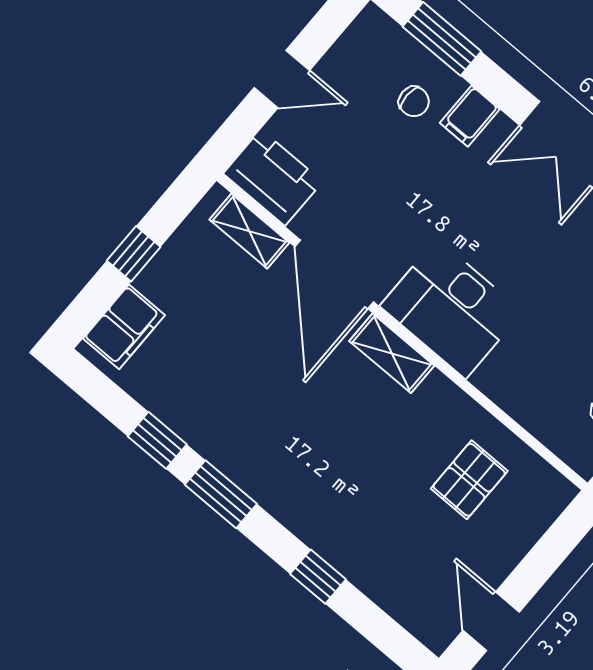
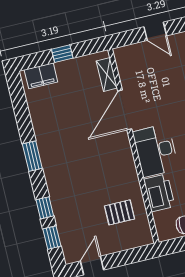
printer: (273, 178) -> (159, 193), moved
shelving: (392, 353) -> (125, 151), removed
window: (157, 440) -> (52, 238), moved

